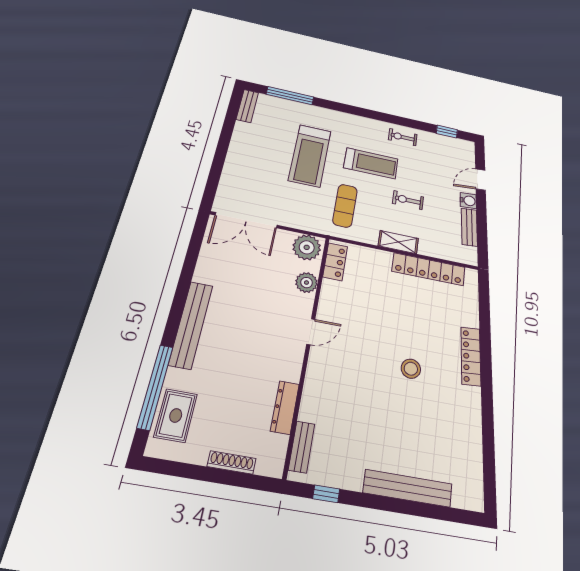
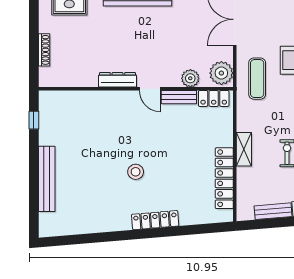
exercise mat: (345, 206) -> (257, 79), moved, turned 90
dresser: (285, 407) -> (117, 80), moved
bench: (302, 447) -> (179, 97), moved

